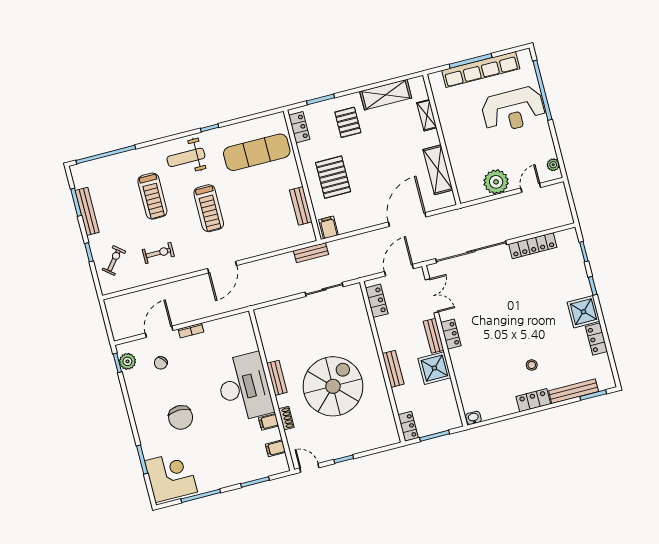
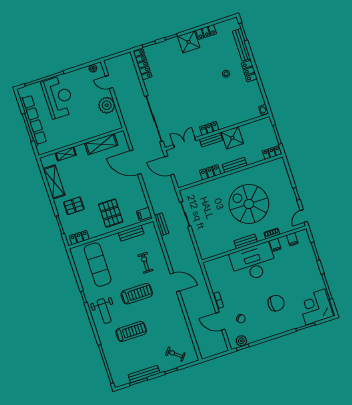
pallet: (333, 177) -> (111, 213), turned 90
locker: (533, 246) -> (143, 64), moved
exercise bike: (158, 253) -> (145, 263), moved
locker: (377, 301) -> (210, 172), moved

